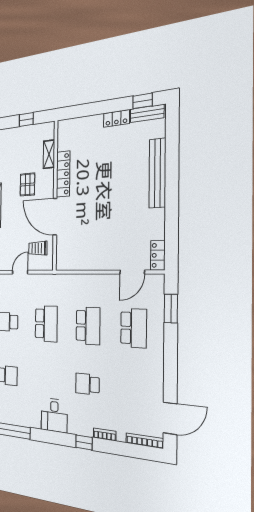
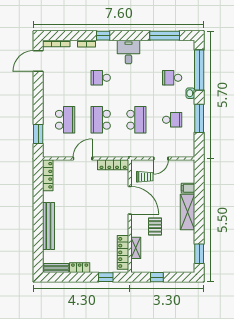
window: (143, 101) -> (106, 277), moved
locker: (63, 174) -> (123, 252), moved
locker: (158, 255) -> (48, 175), width x1.53
locker: (74, 264) -> (113, 165), added
door: (132, 272) -> (83, 159), moved
school desk: (46, 324) -> (136, 120), turned 180
school desk: (134, 328) -> (65, 120), turned 180
school desk: (87, 384) -> (101, 78), turned 180

